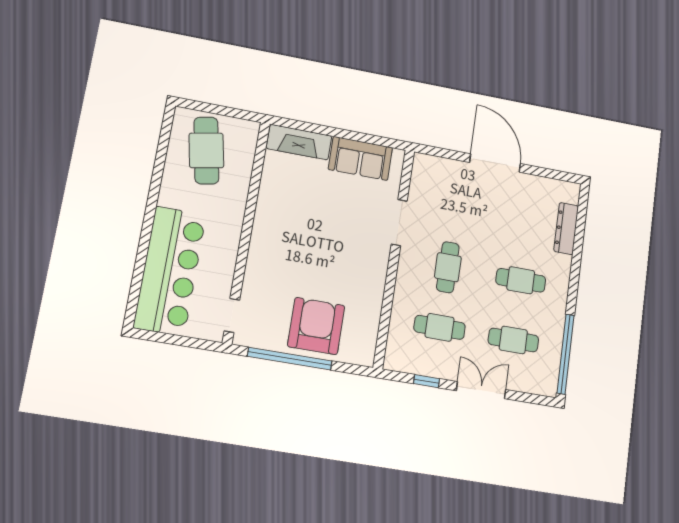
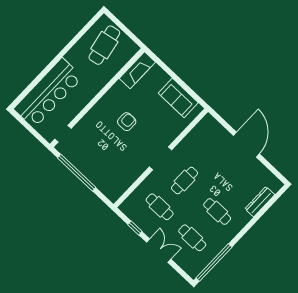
fireplace: (299, 142) -> (137, 70), moved, turned -90
doorway: (399, 223) -> (160, 158), moved
armchair: (316, 326) -> (127, 122), moved, width x0.53, depth x0.53

